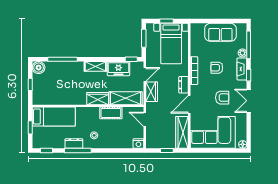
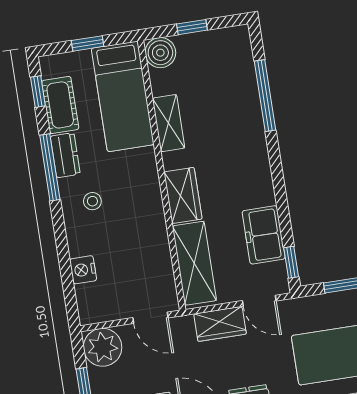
shelving: (95, 66) -> (169, 123), moved
boiler: (39, 68) -> (160, 53), moved
cot: (111, 113) -> (60, 105), moved
door: (145, 119) -> (151, 318), swing flipped
plant: (154, 141) -> (103, 347), added
nightstand: (138, 143) -> (83, 270), moved

